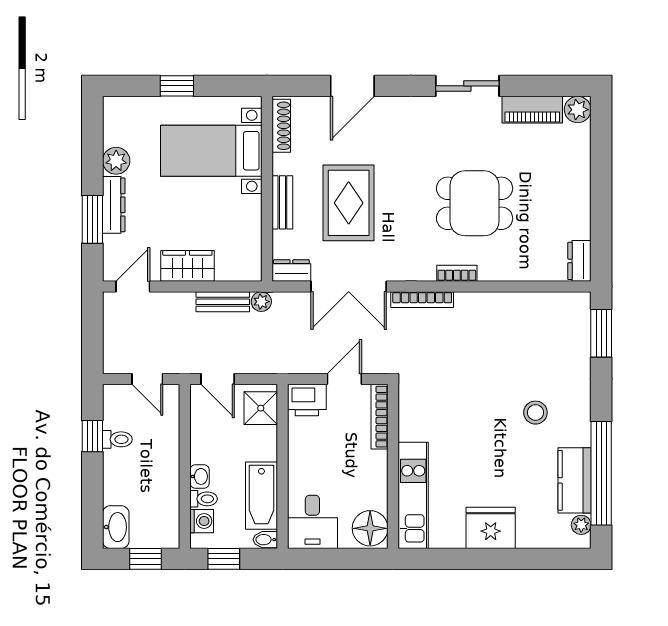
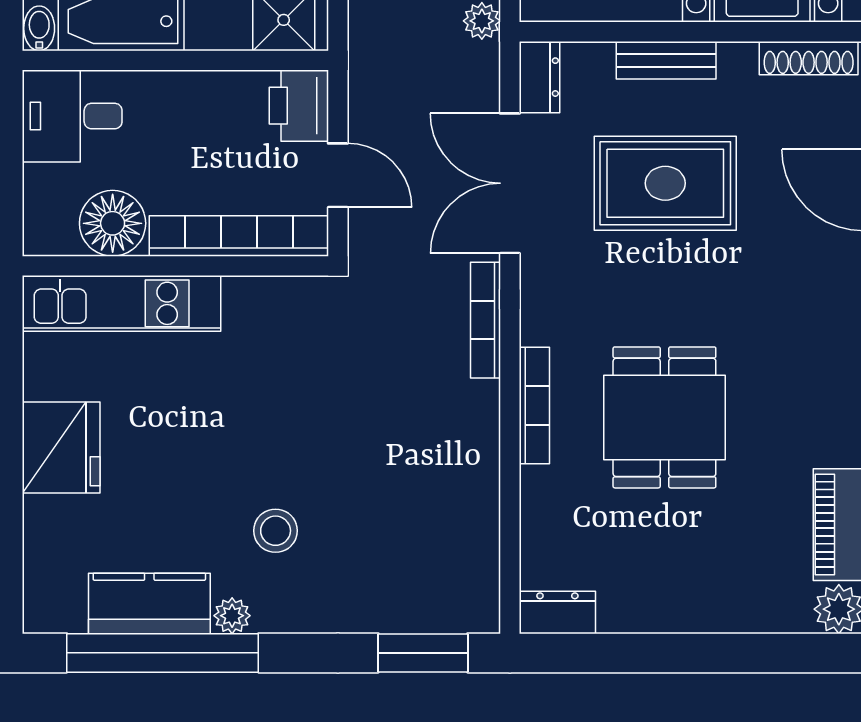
bookcase: (457, 273) -> (534, 406), width x1.56
bookcase: (380, 417) -> (239, 236), width x1.48, depth x1.31
plant: (581, 525) -> (232, 616), moved
floor lamp: (370, 528) -> (113, 223), moved

